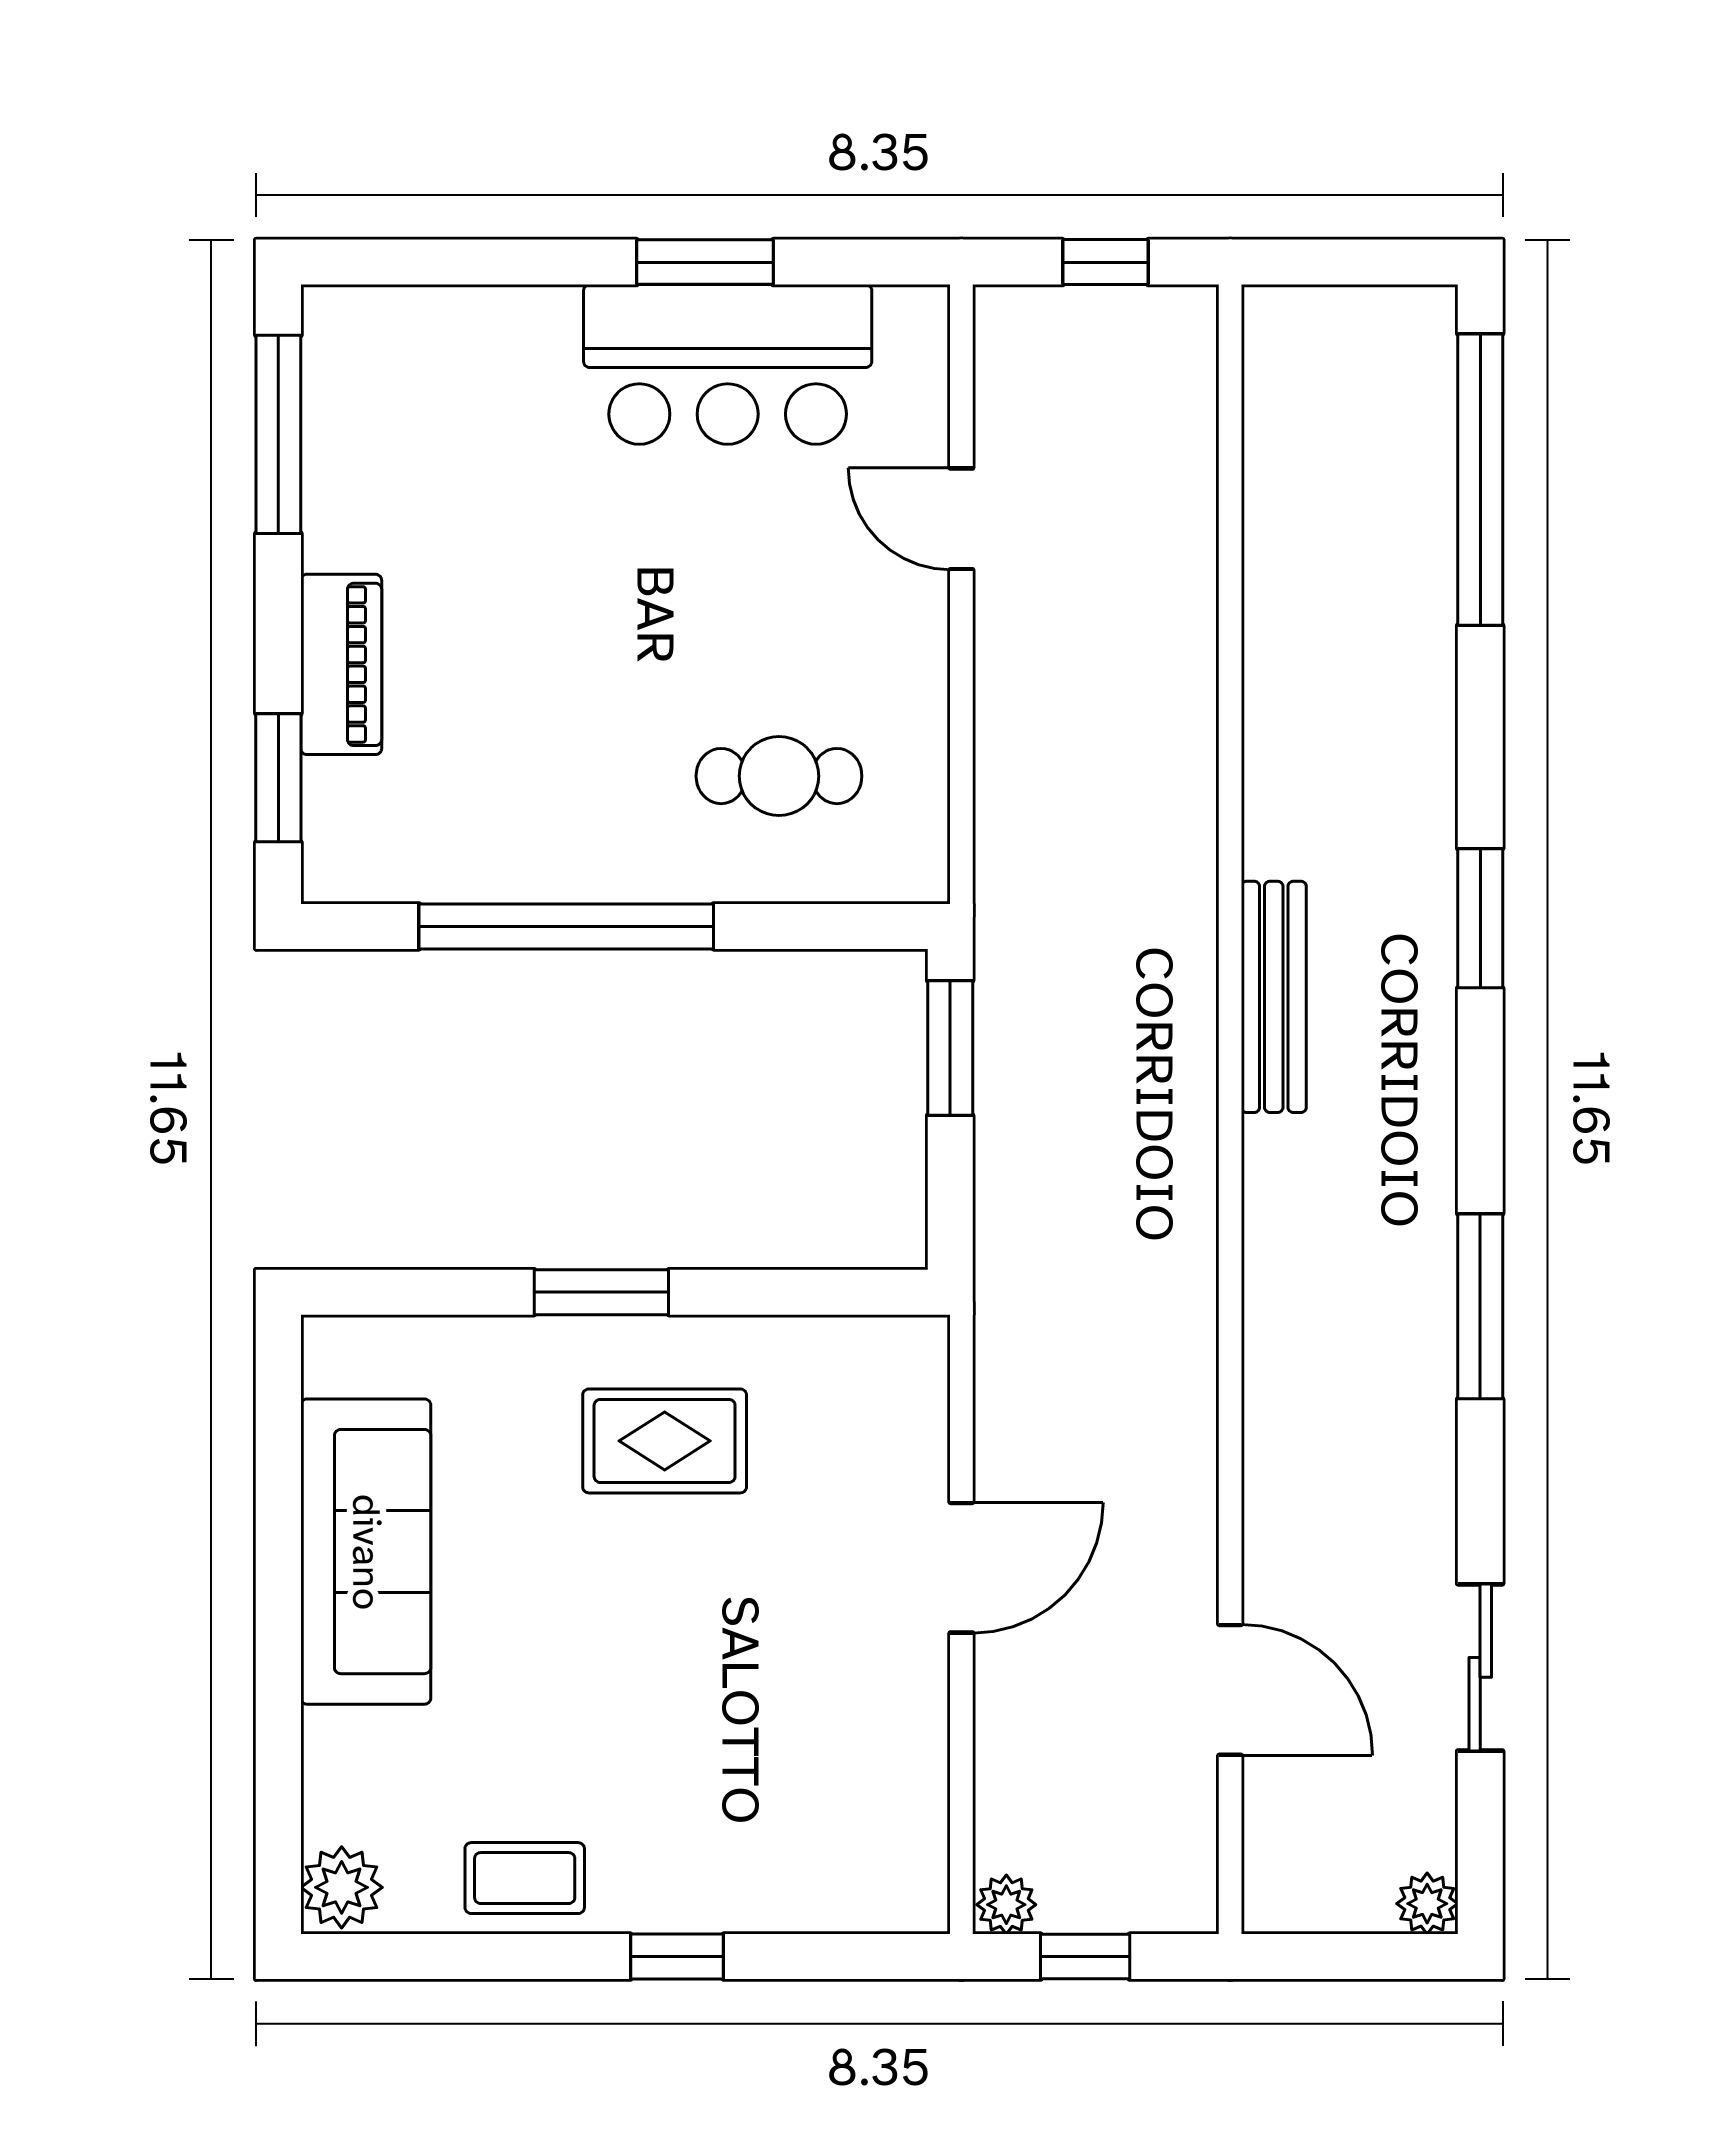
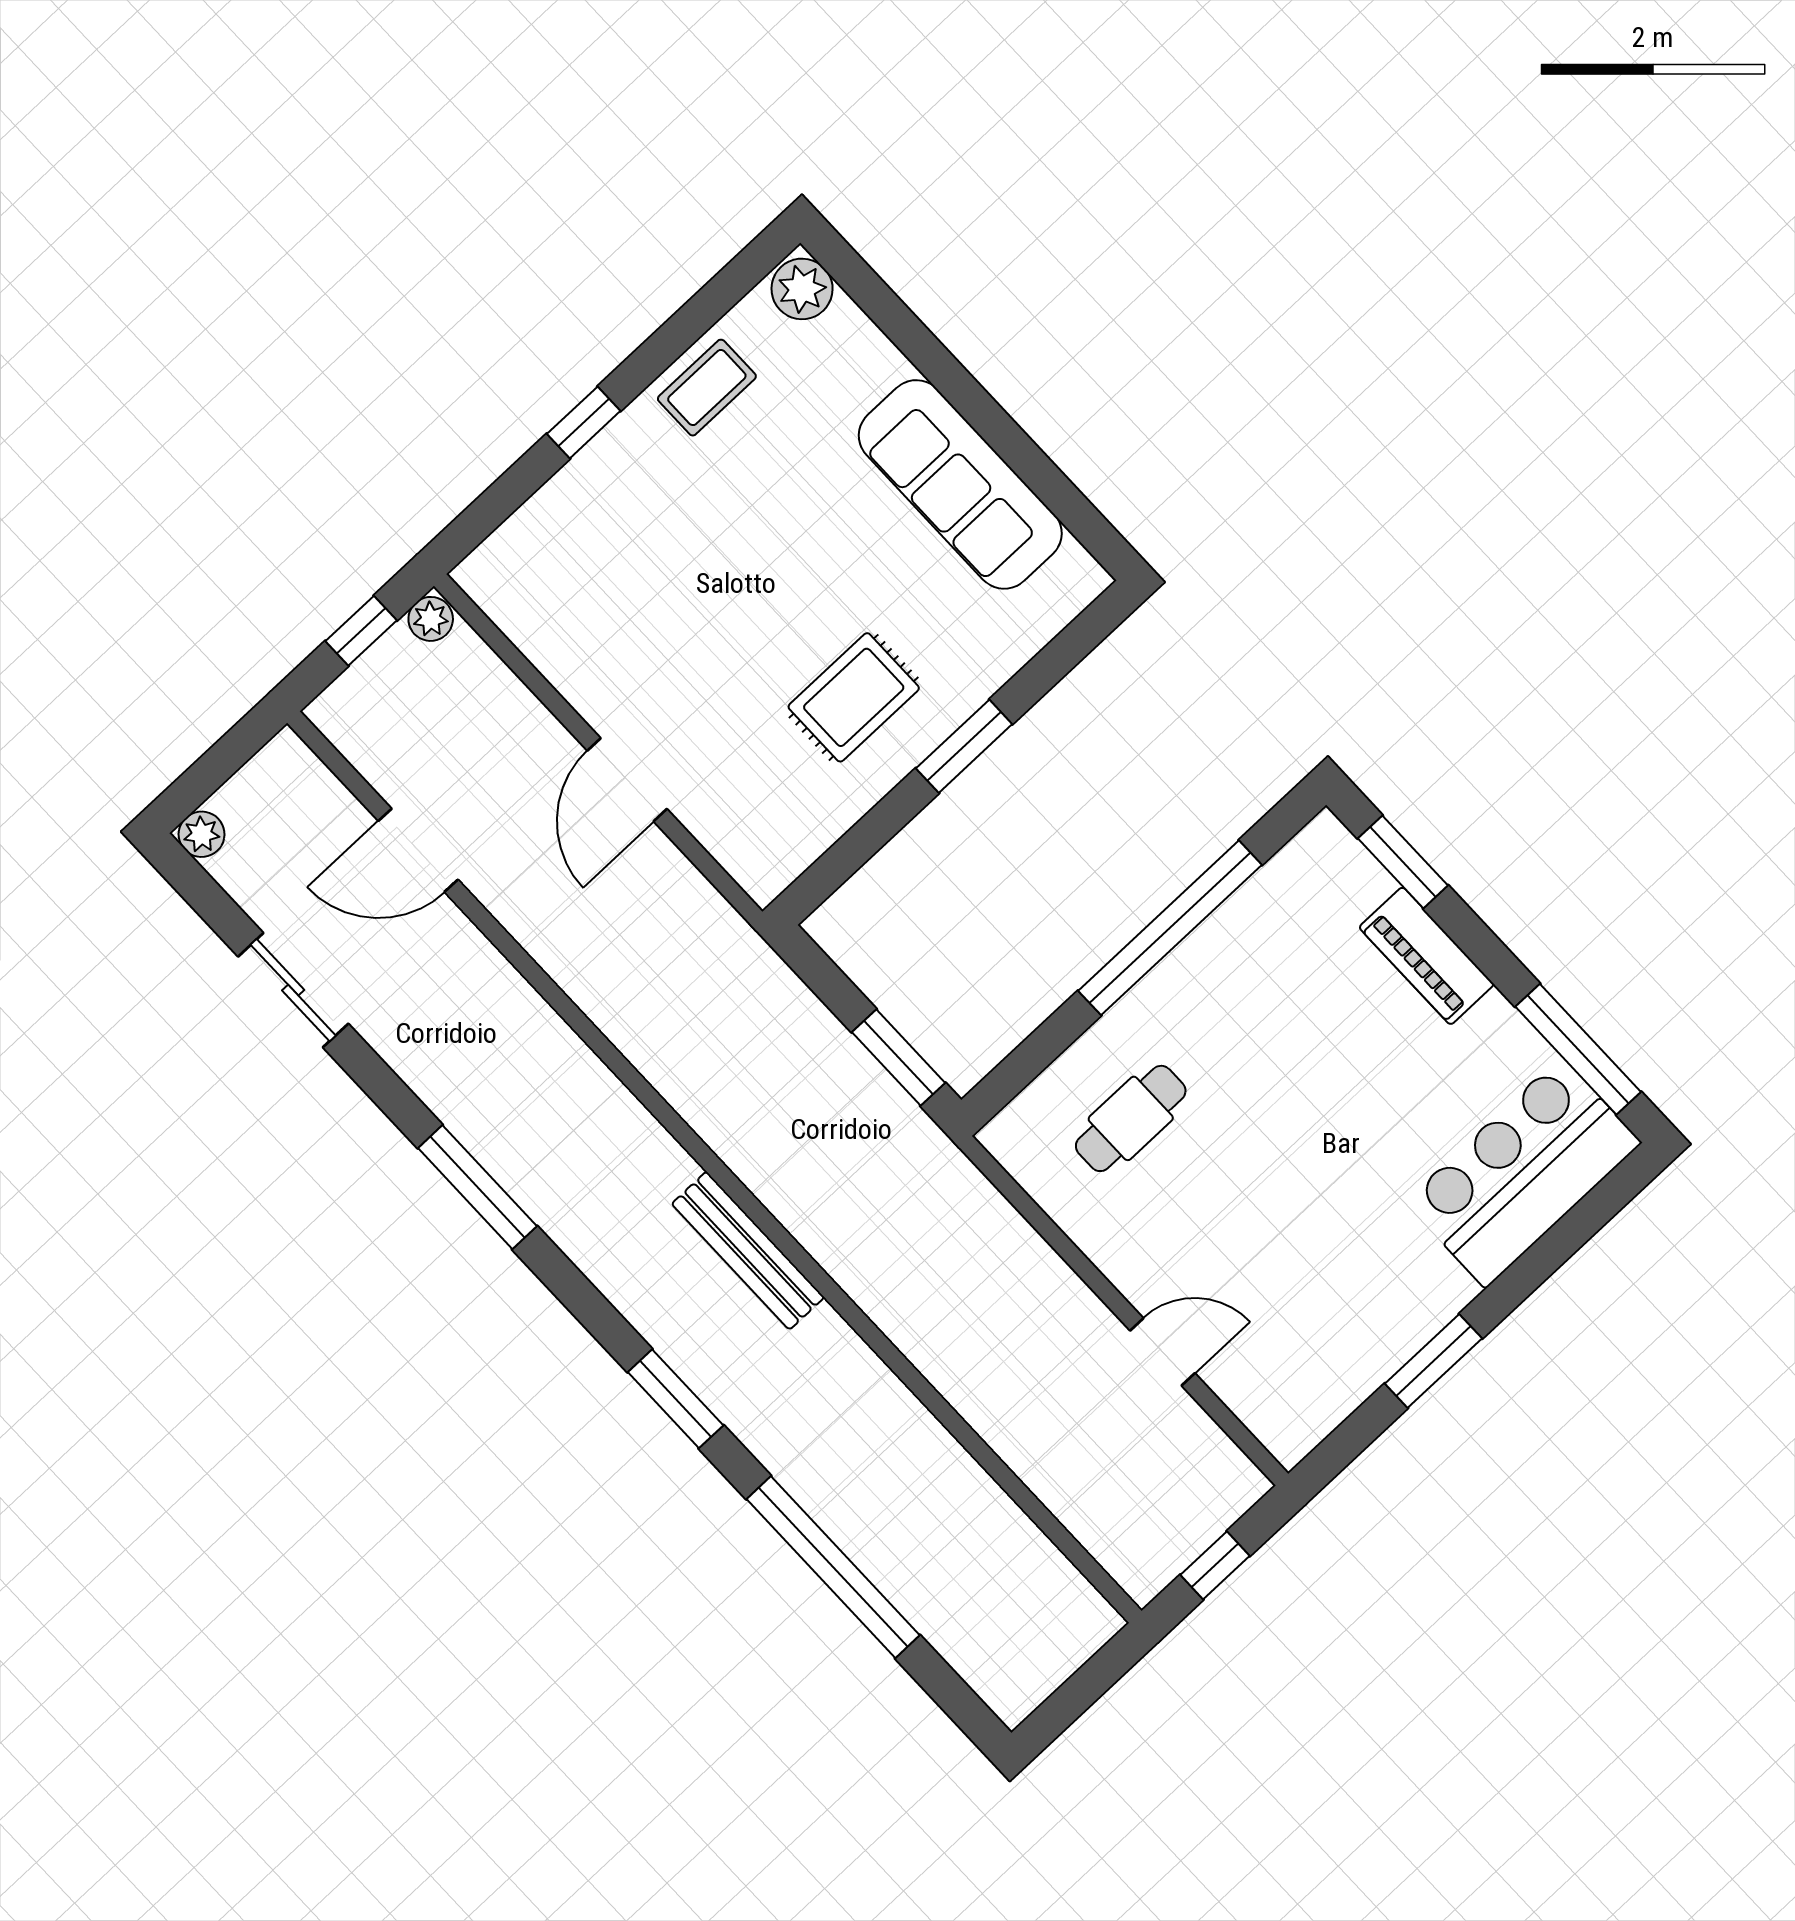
bar counter: (728, 364) -> (1523, 1172), moved
window: (1480, 480) -> (833, 1567), moved

